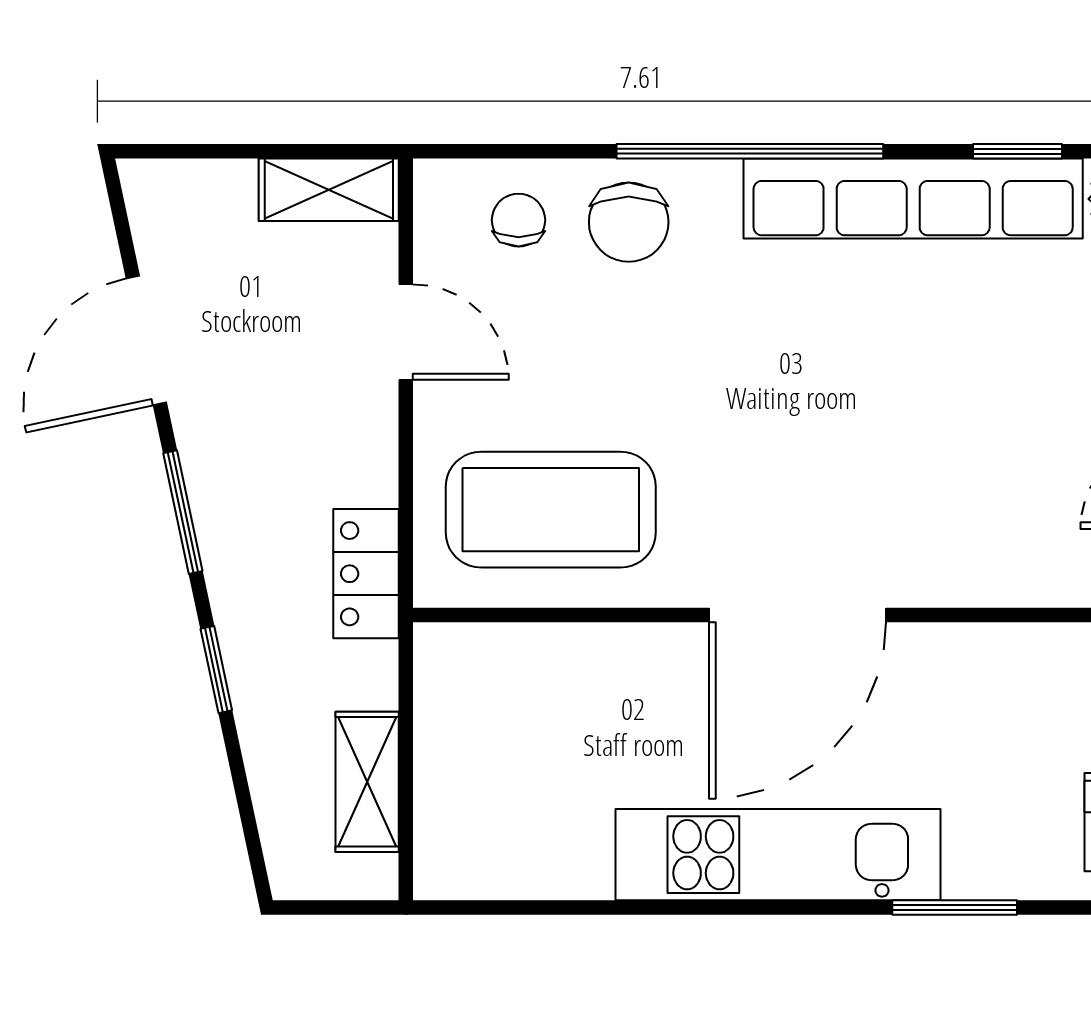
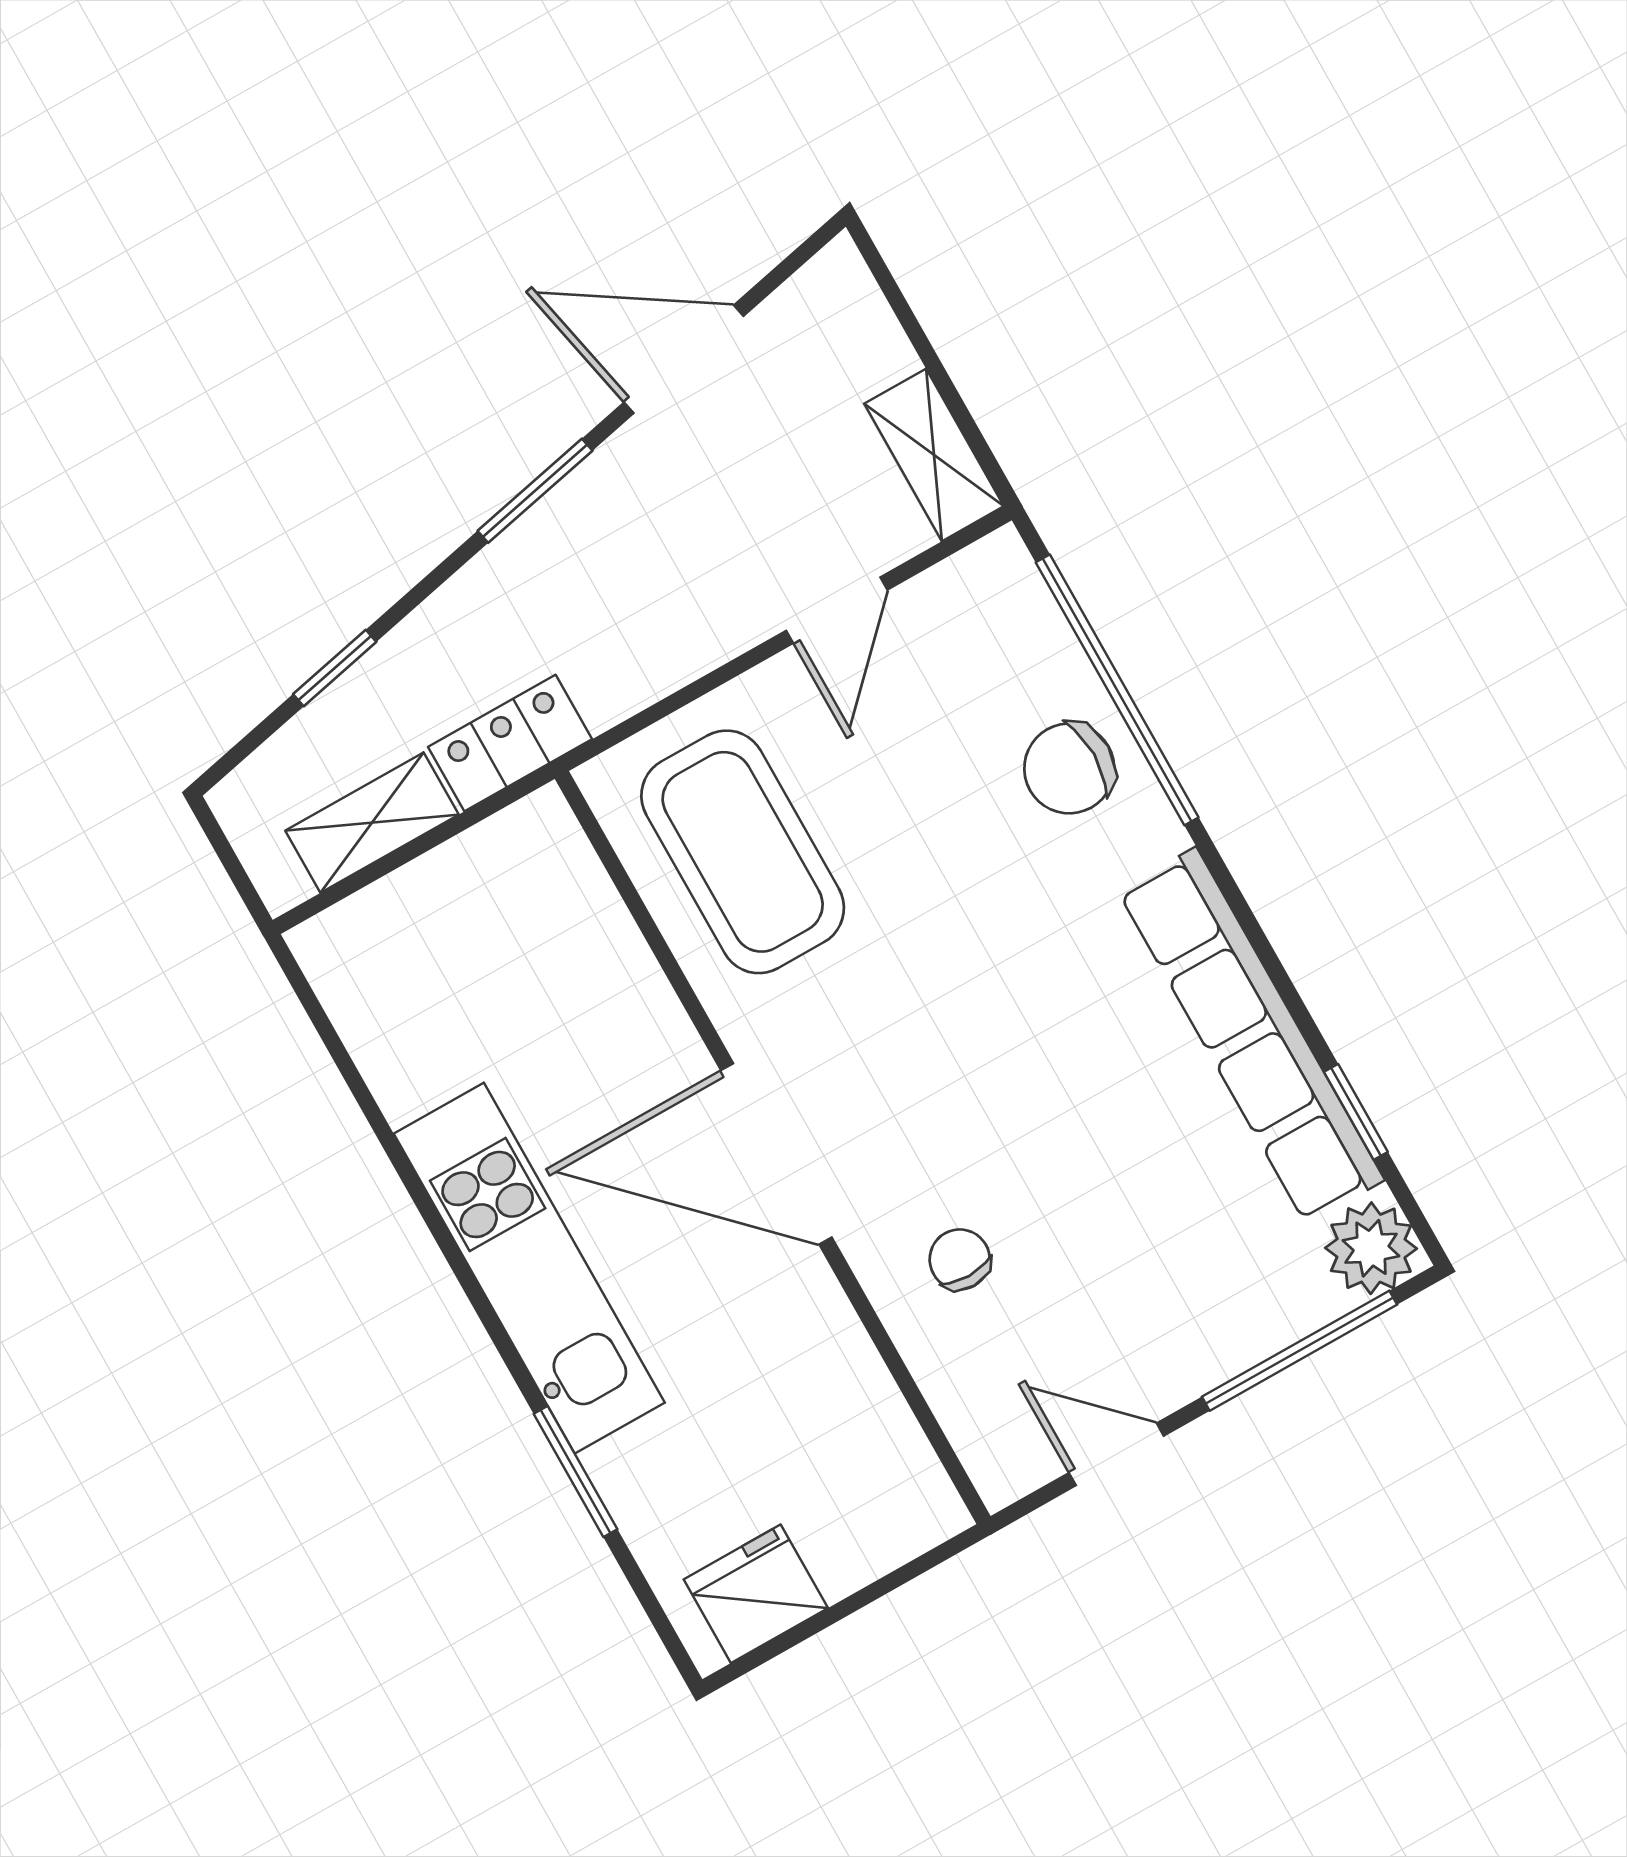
window: (750, 151) -> (1117, 690), moved
chair: (519, 220) -> (960, 1259), moved, turned -90
locker: (366, 574) -> (510, 743), moved
window: (216, 670) -> (335, 668), moved

